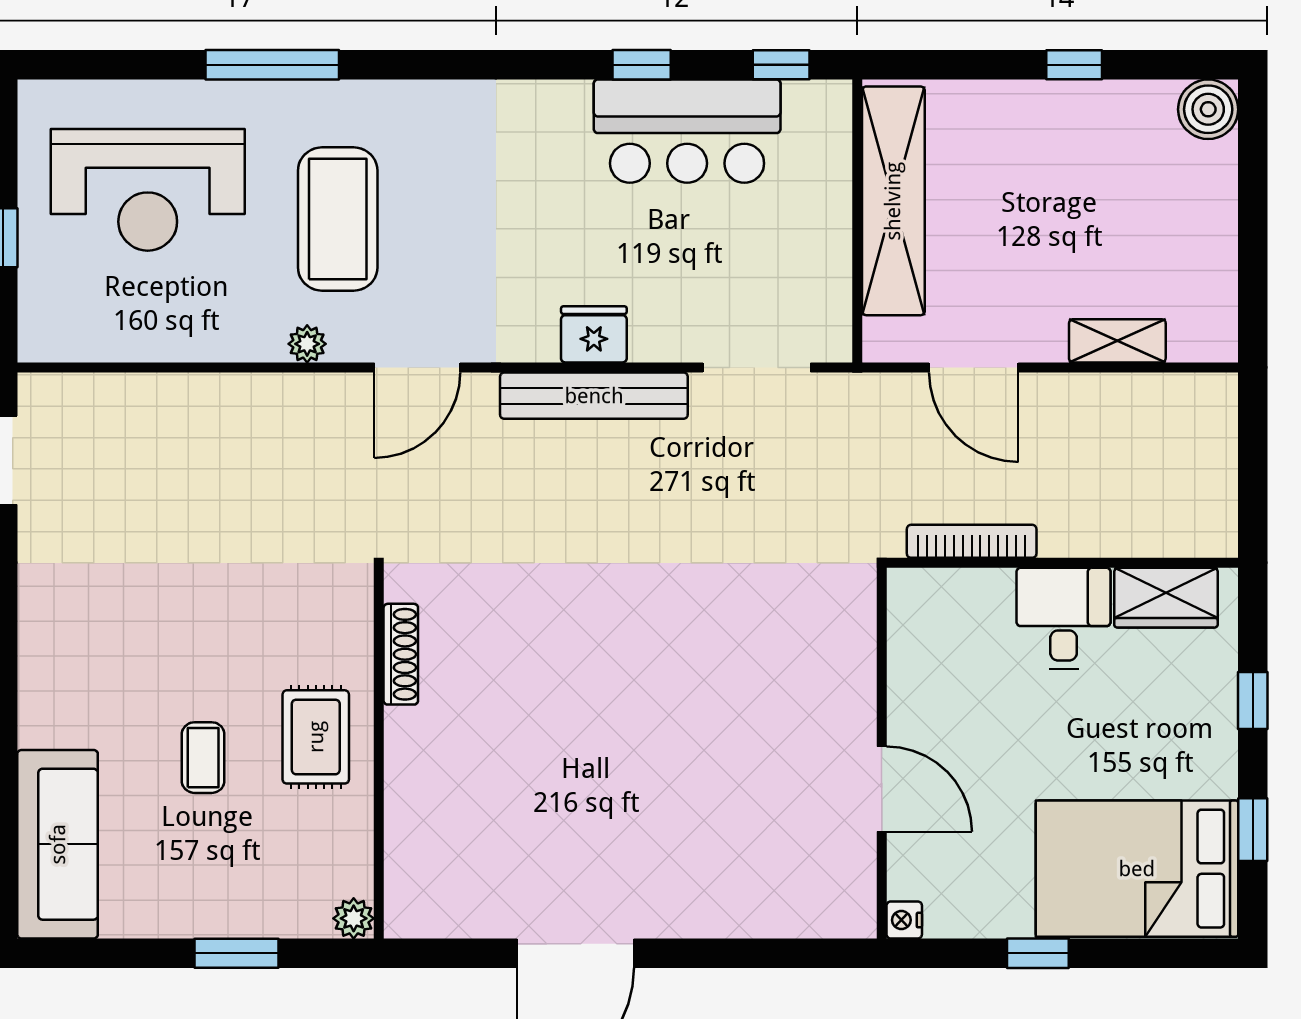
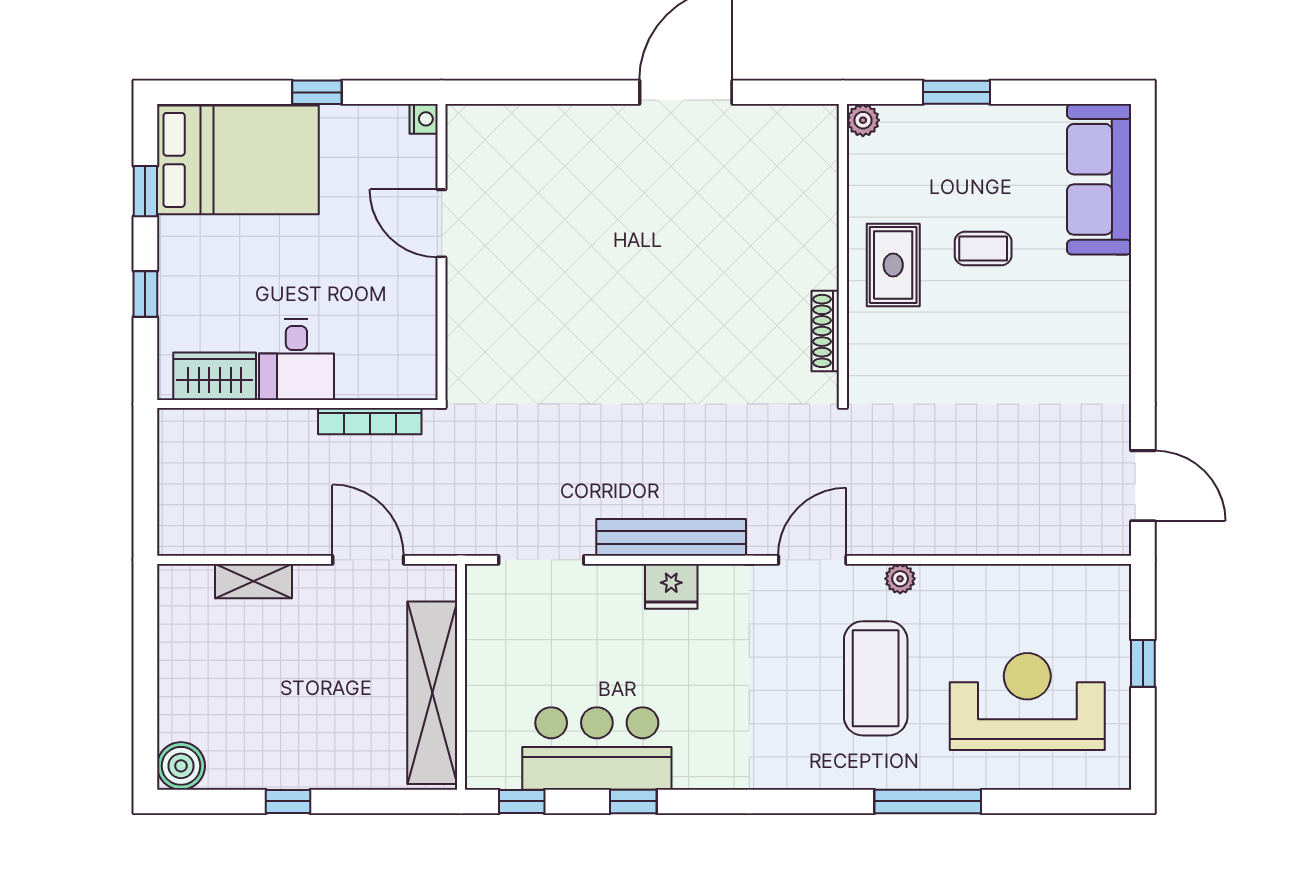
coffee table: (203, 758) -> (983, 248), turned 90

